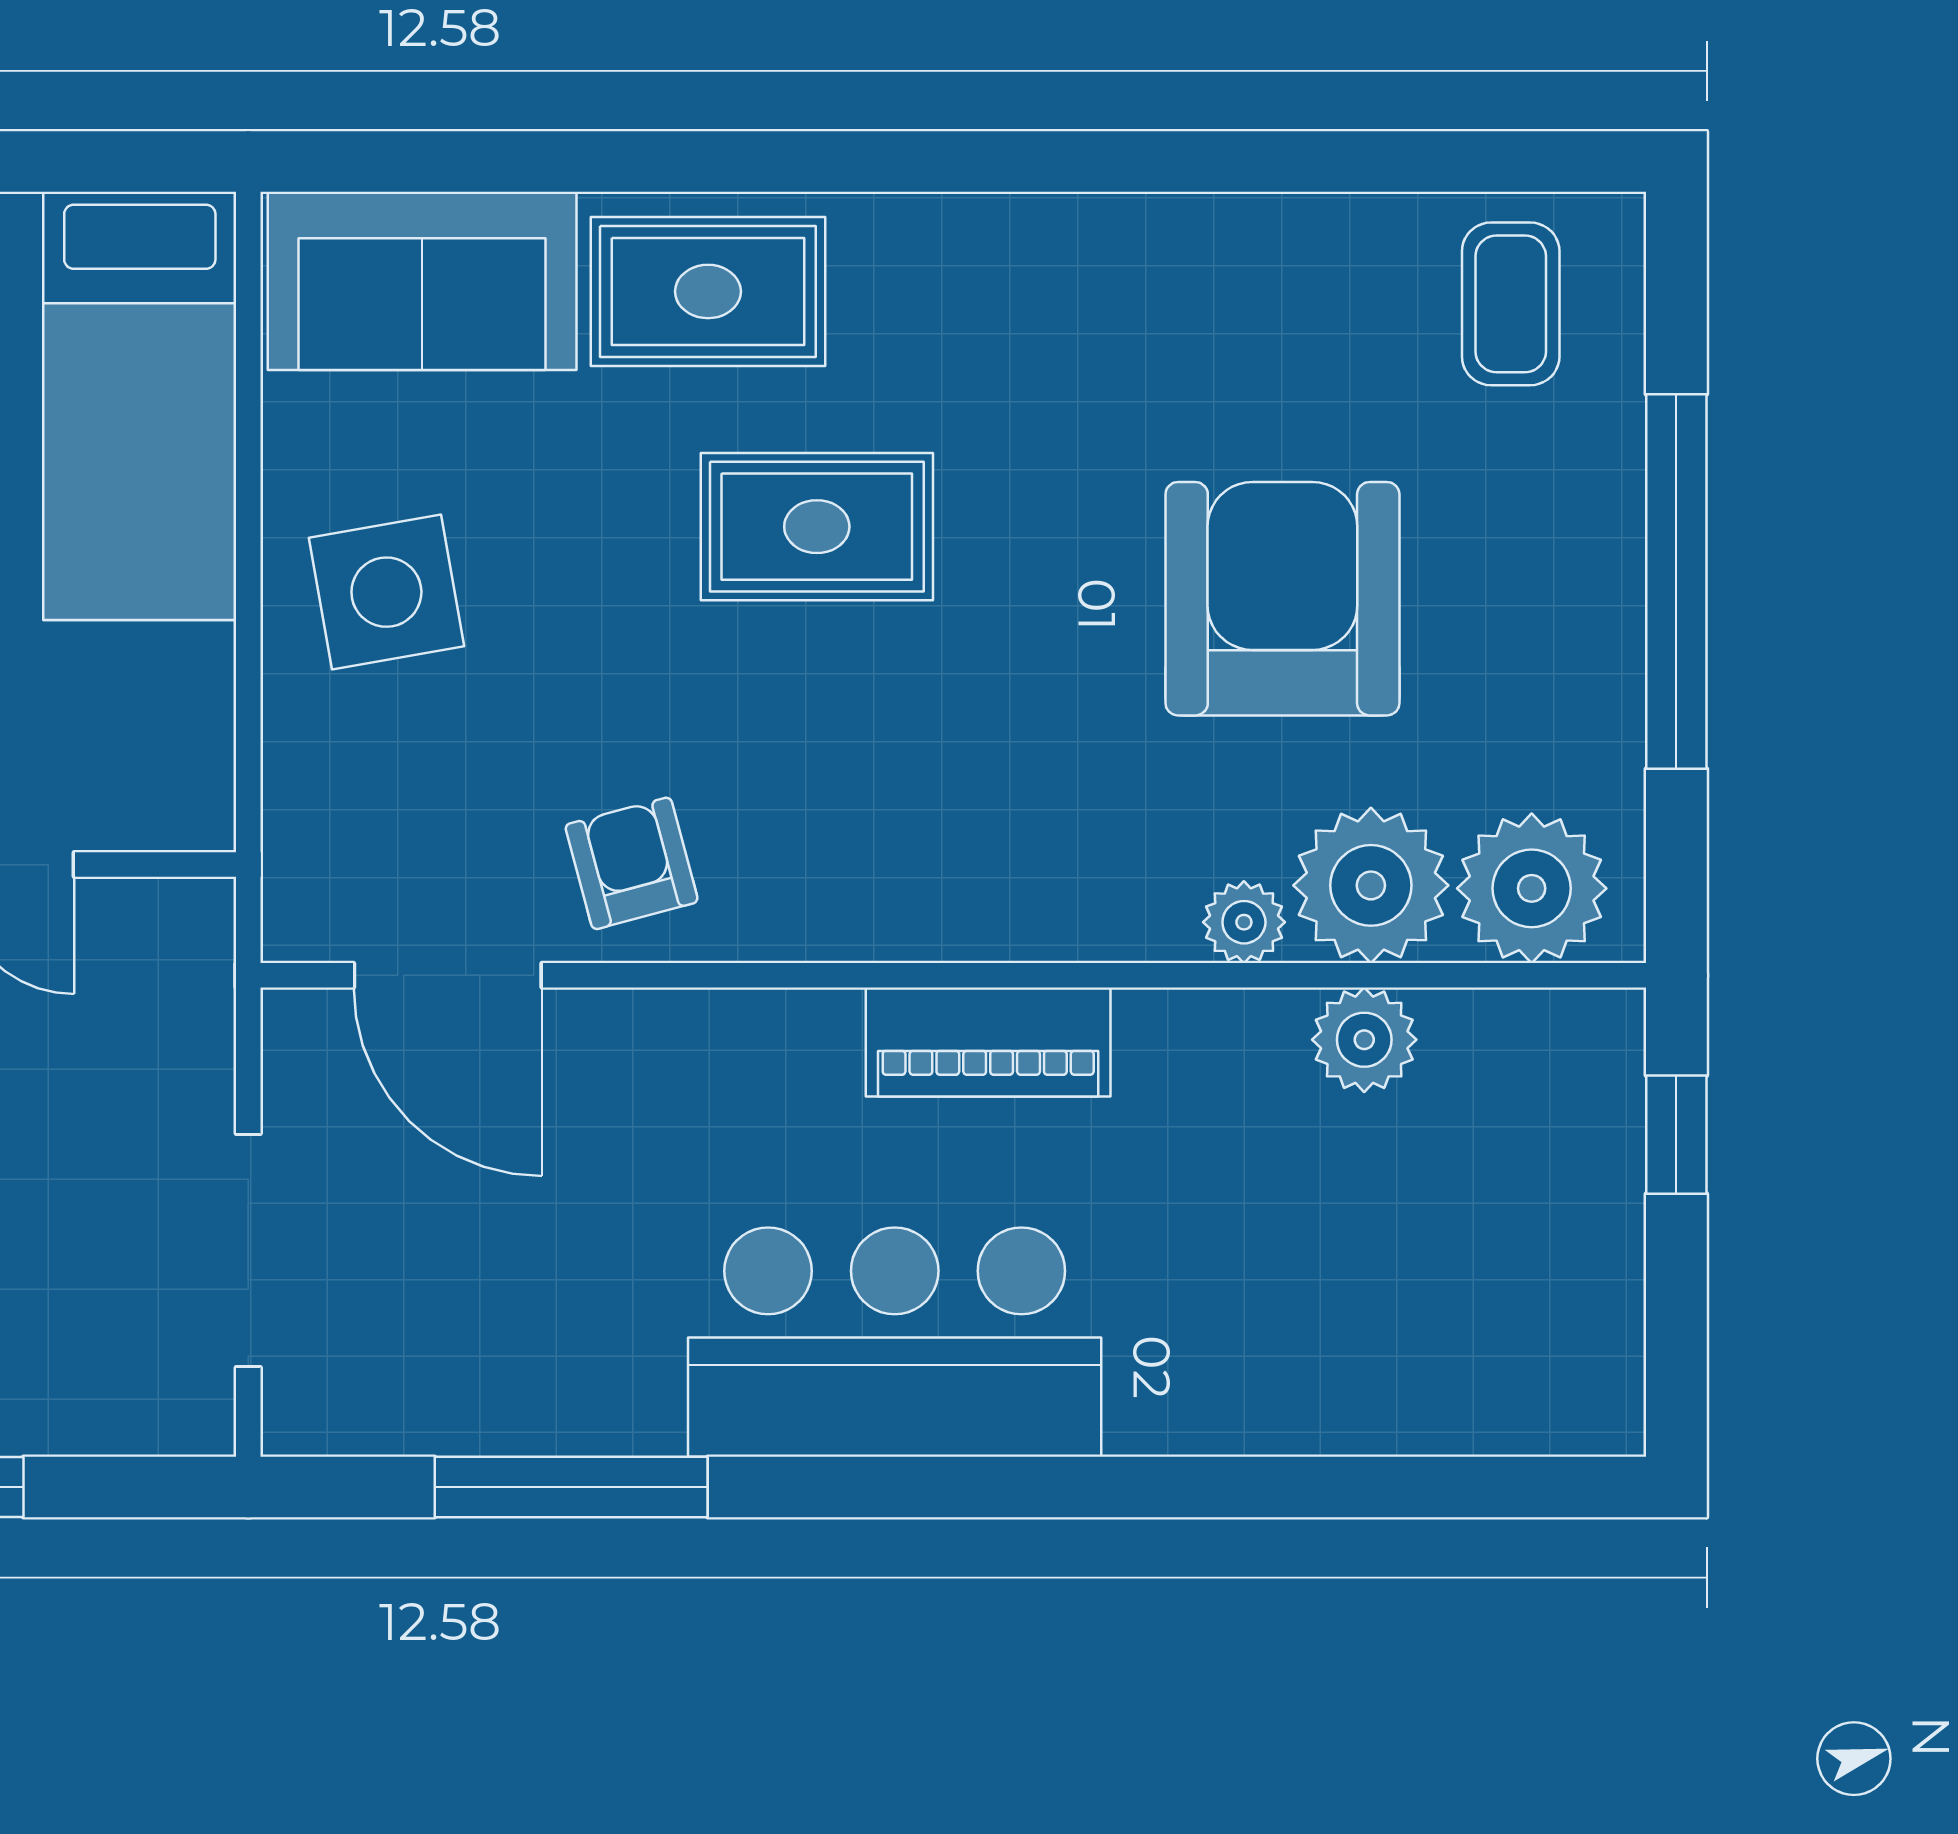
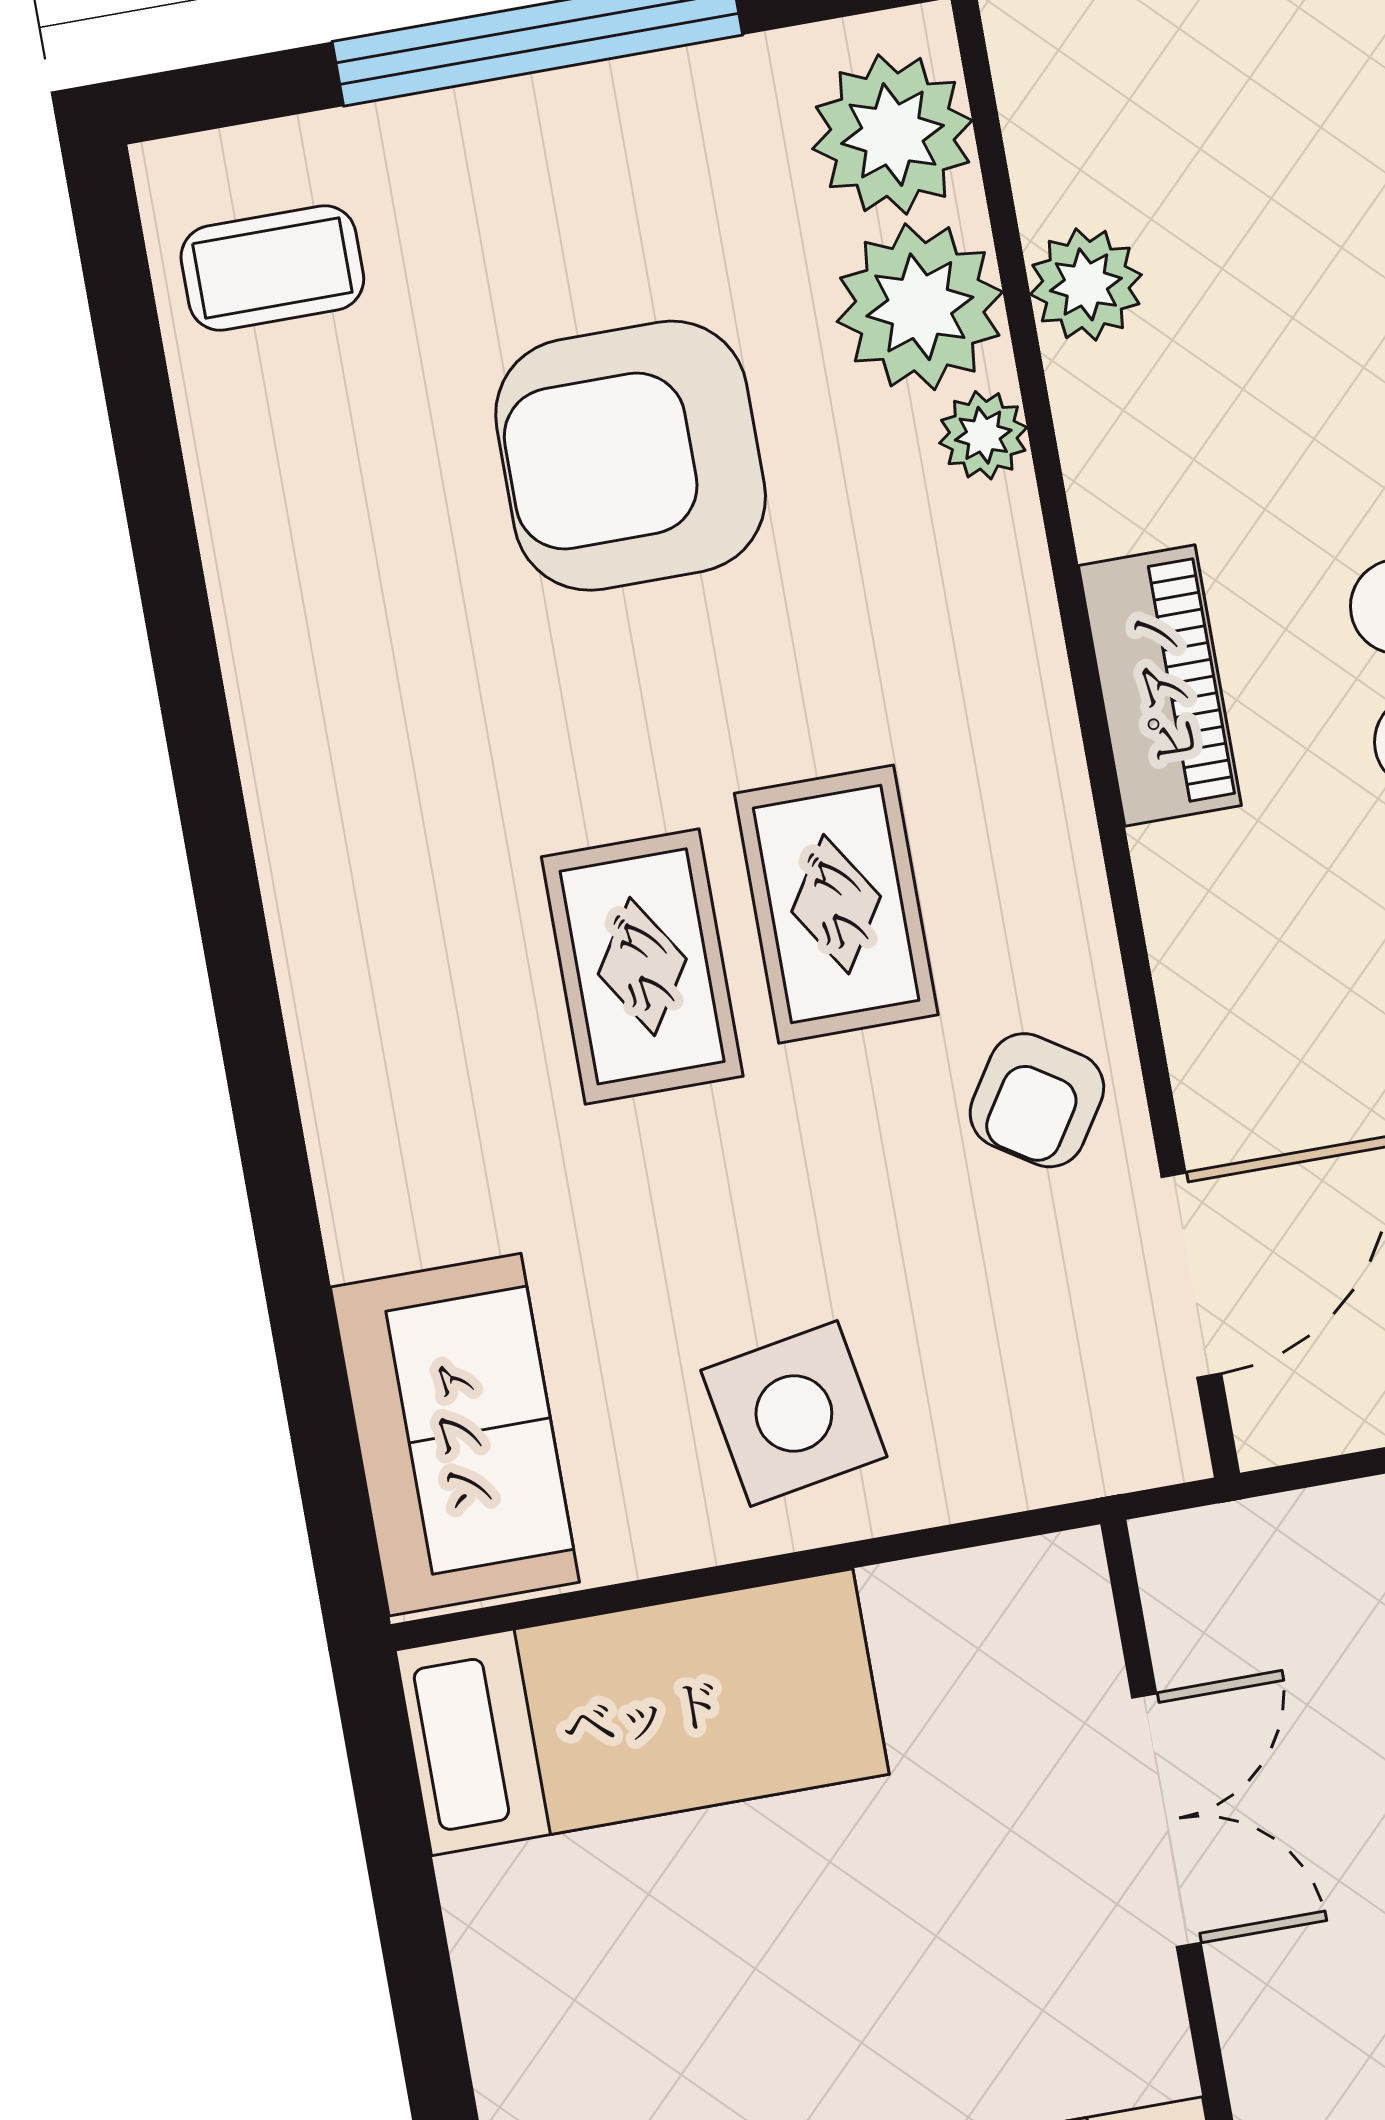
rug: (708, 291) -> (836, 904), moved
armchair: (632, 863) -> (1037, 1100), turned -42

